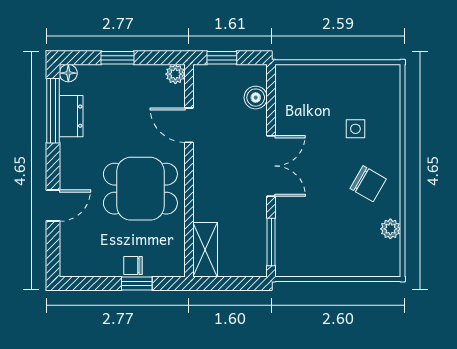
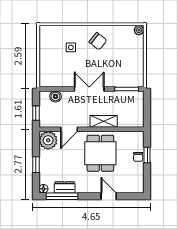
plant: (175, 74) -> (48, 140), width x1.87, depth x1.87
chair: (368, 184) -> (98, 41), turned 98
plant: (390, 229) -> (139, 30), moved
shelving: (205, 250) -> (104, 121), moved

